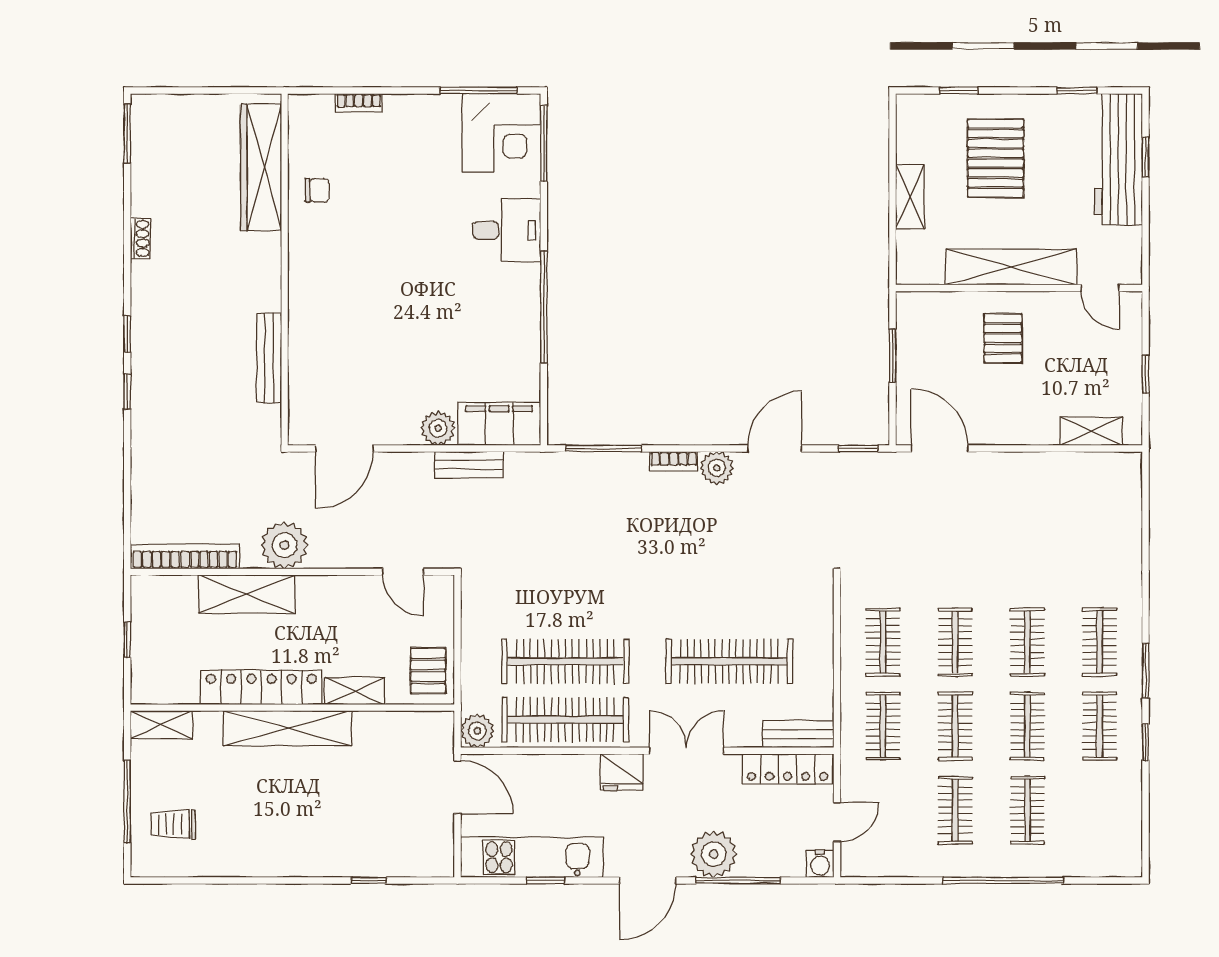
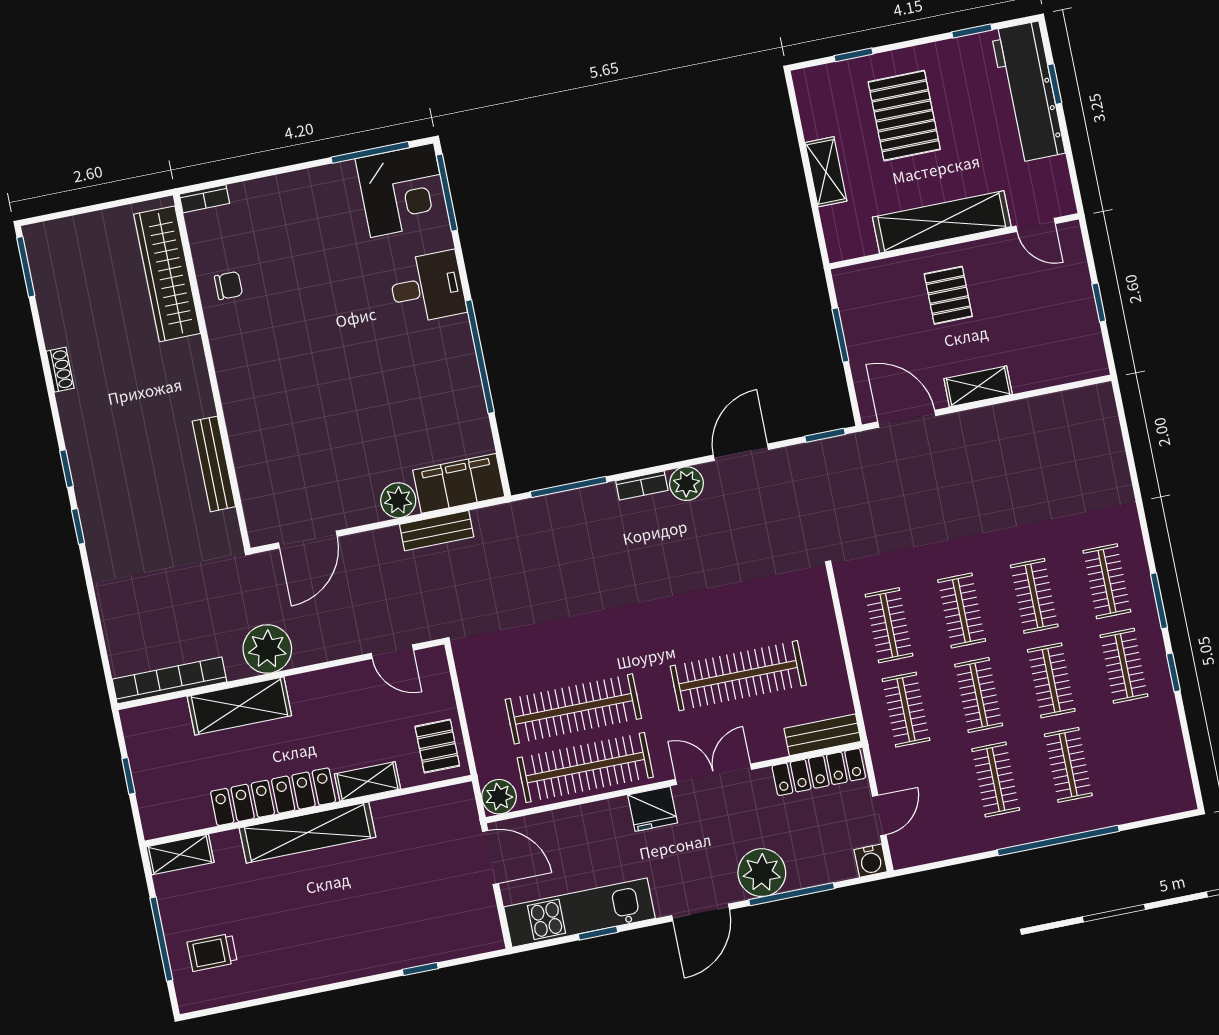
bookcase: (359, 103) -> (204, 199), moved
shelving: (1091, 431) -> (978, 386), moved

